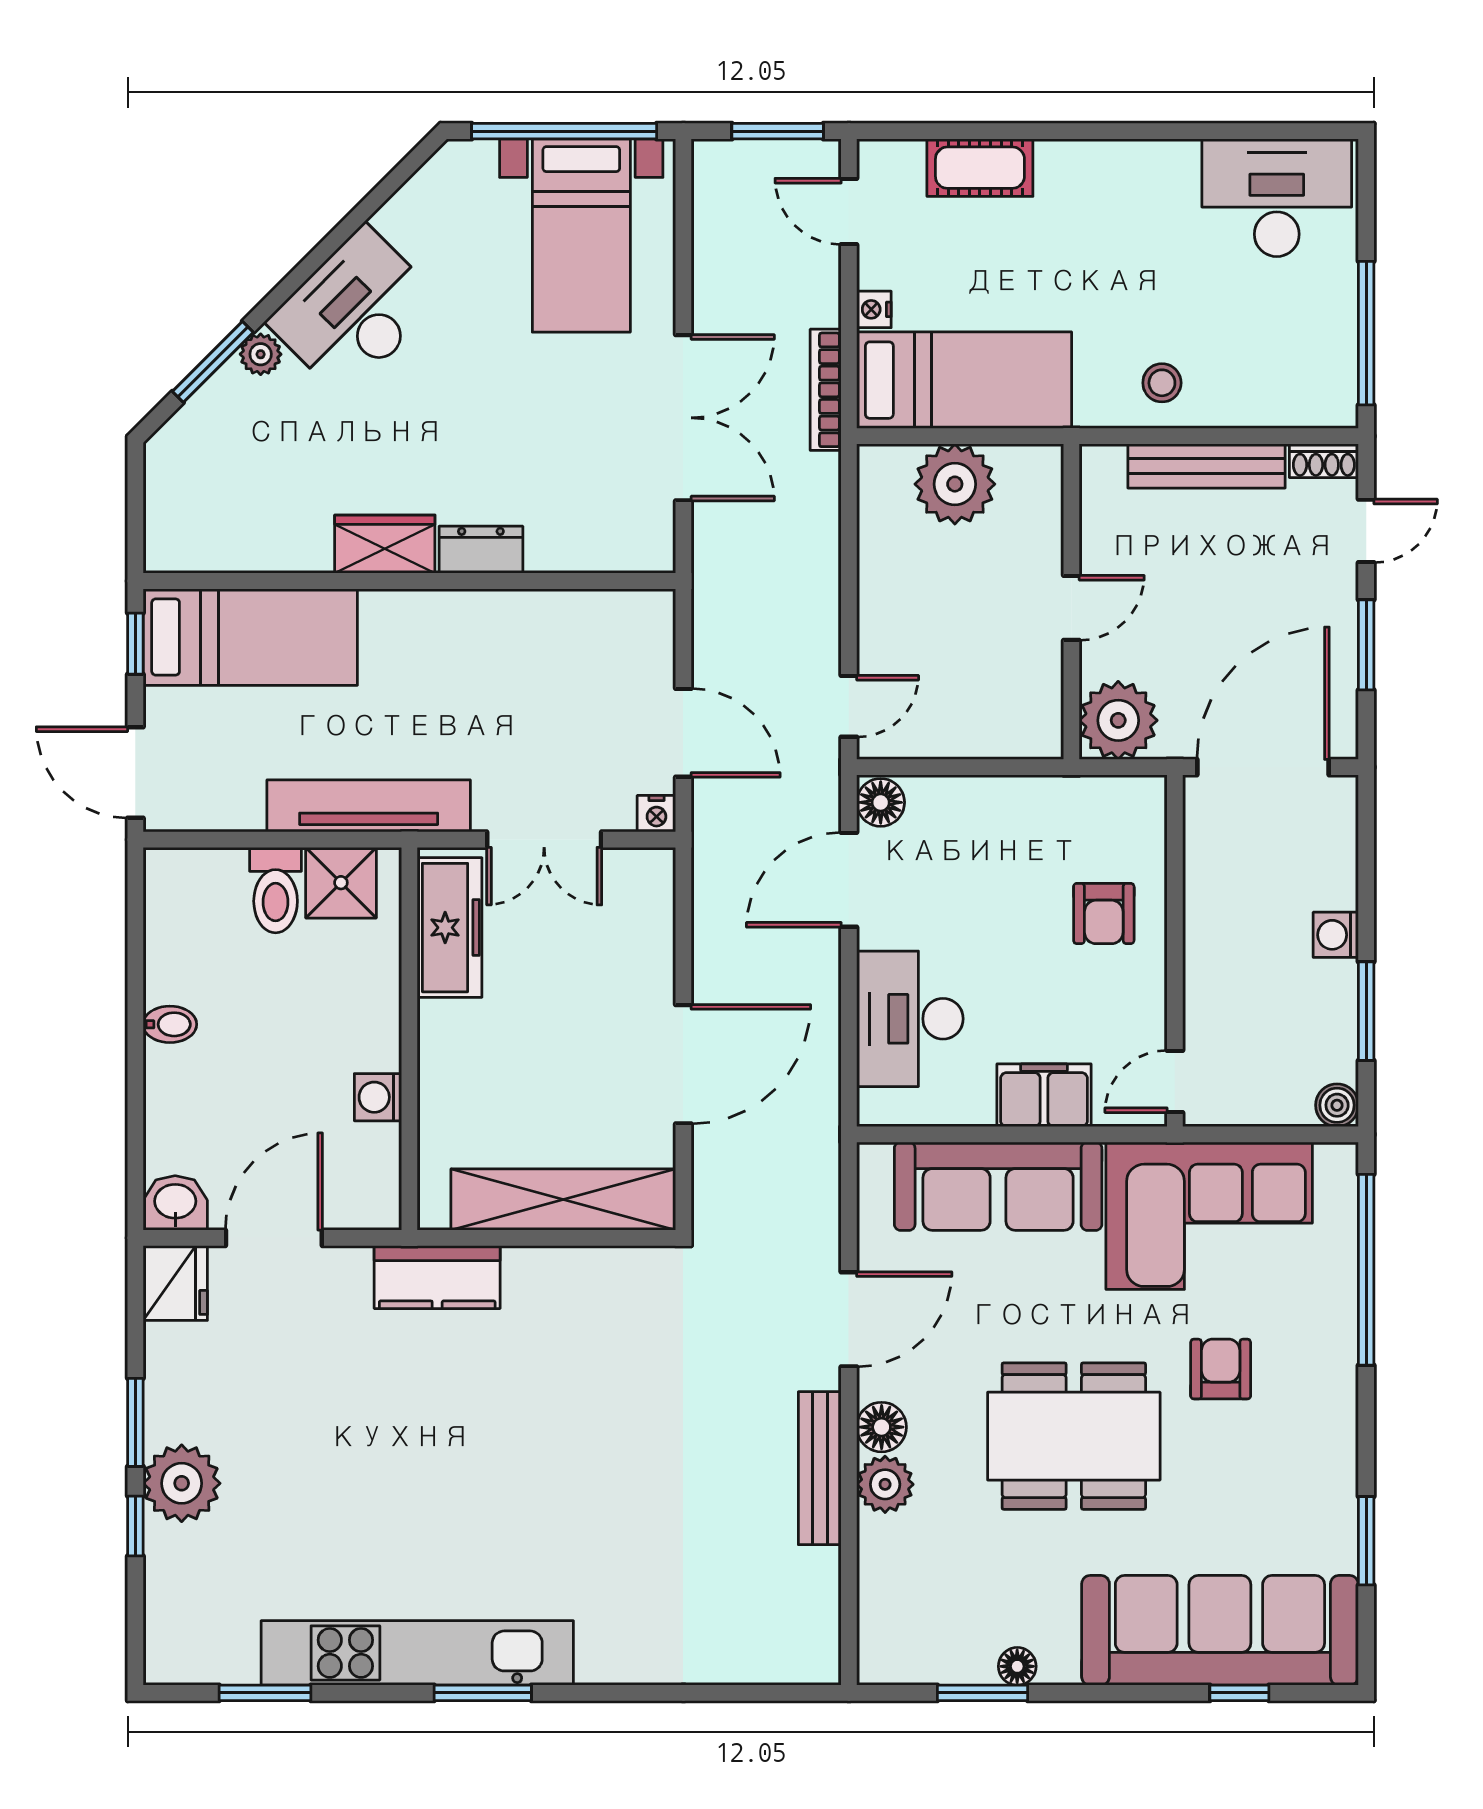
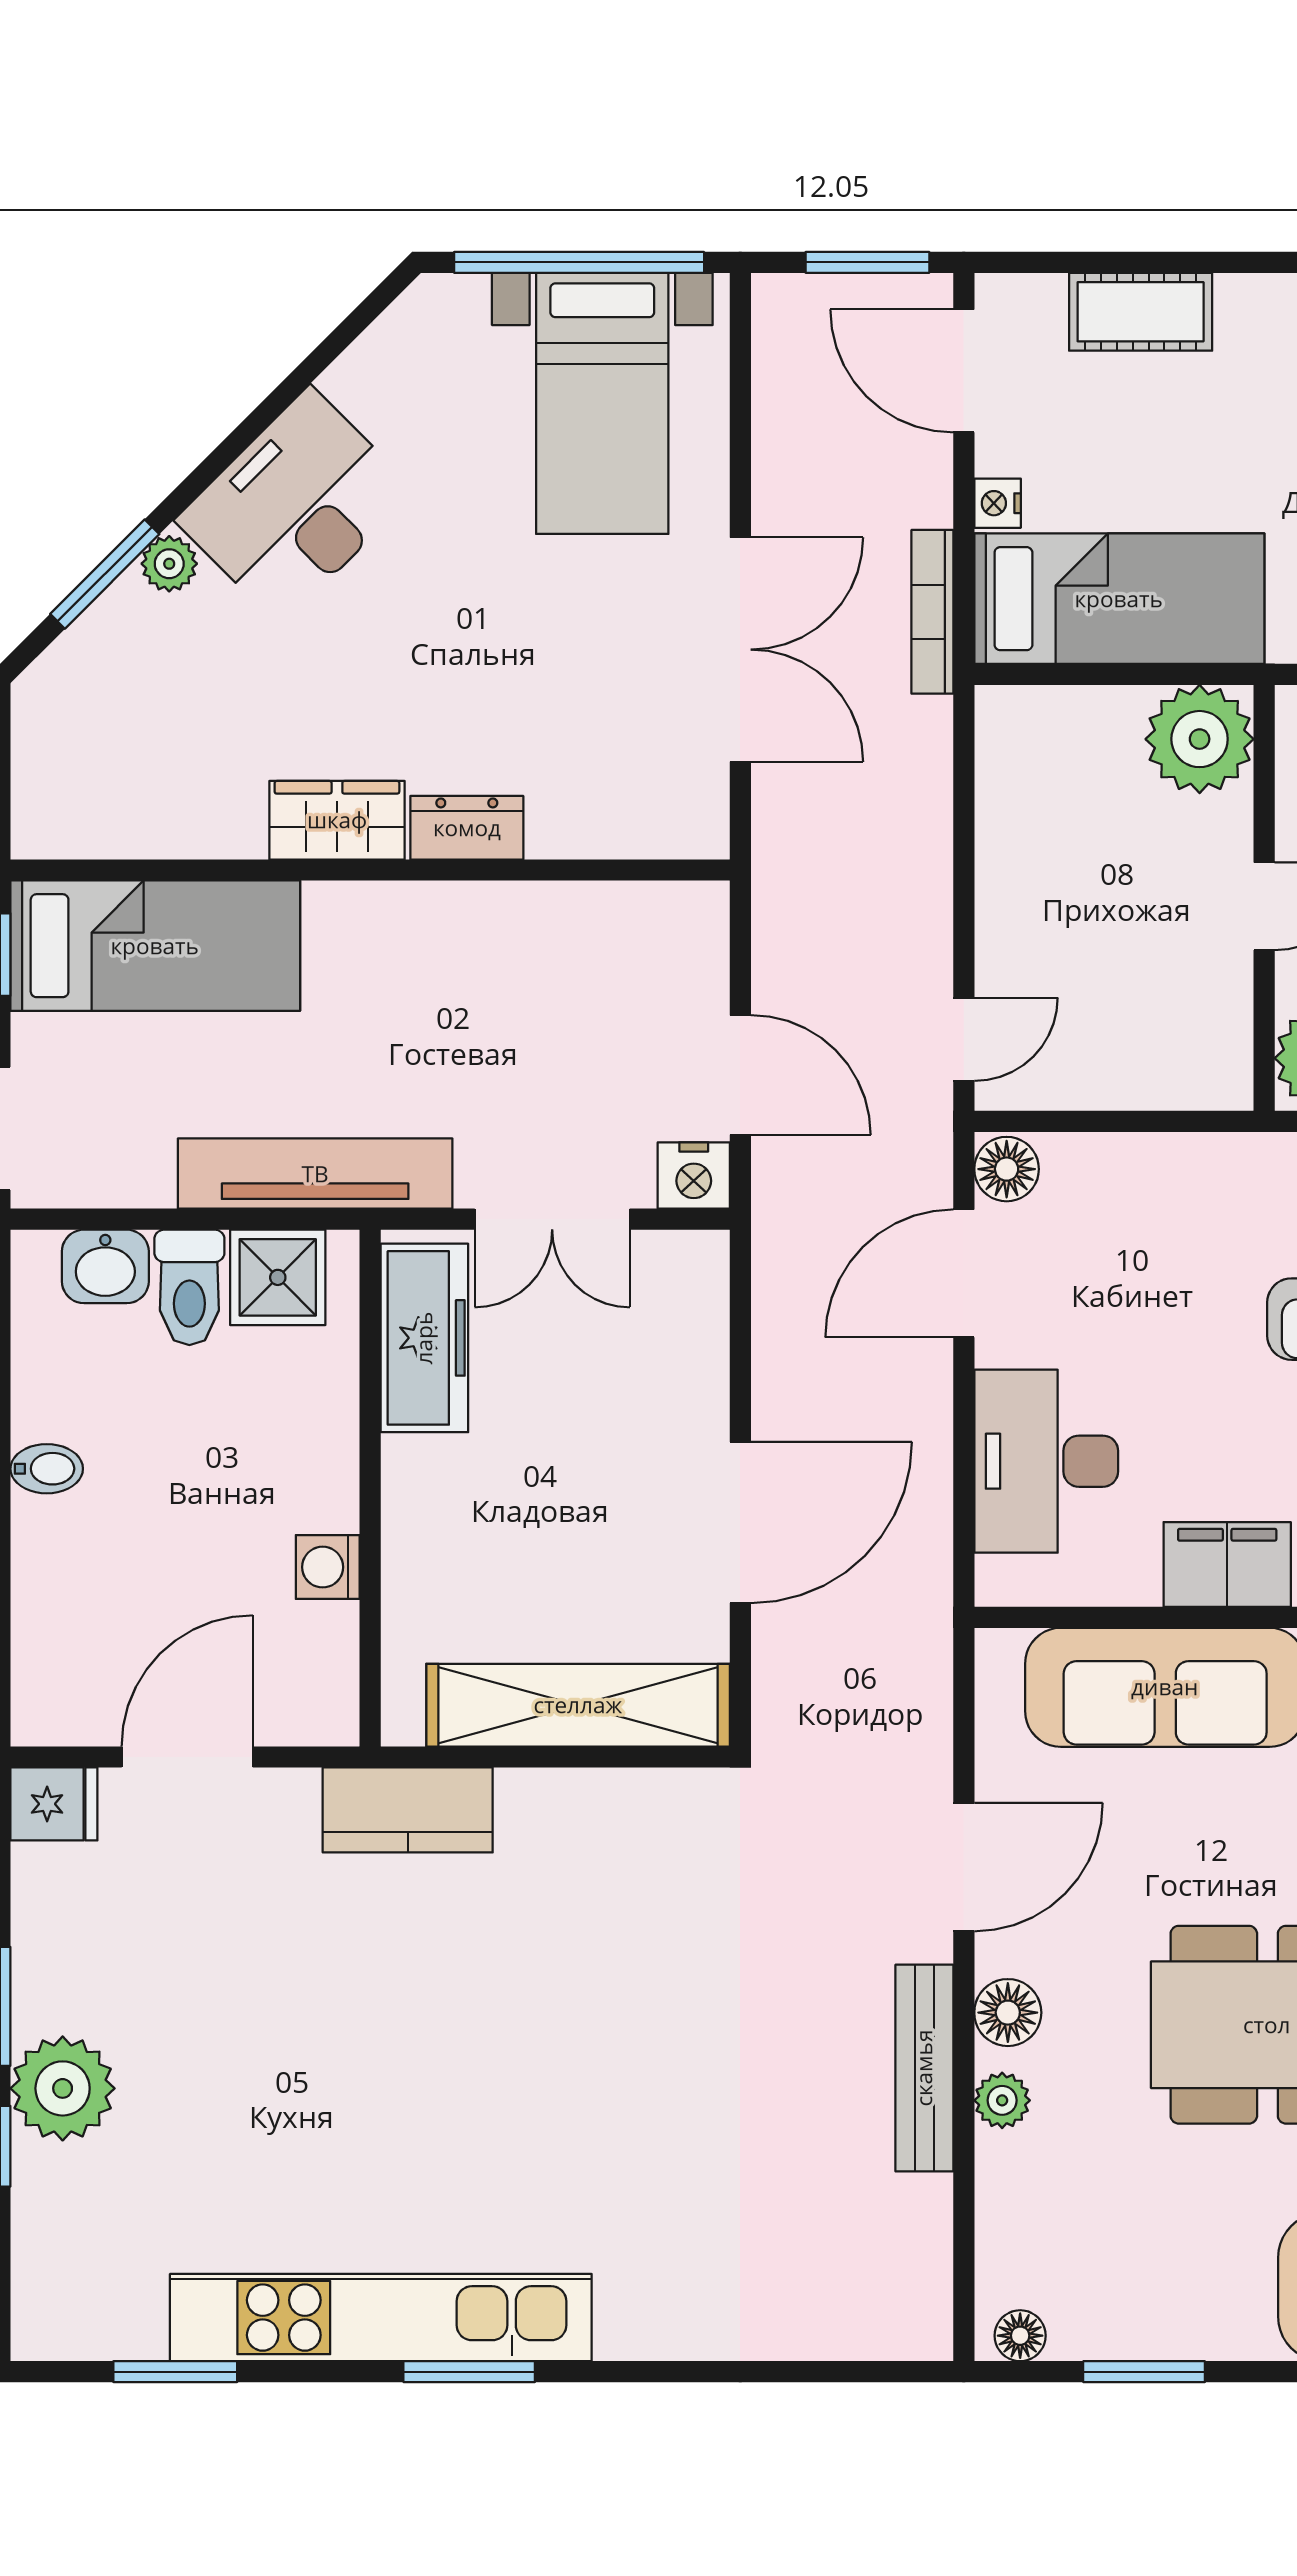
door: (849, 211) -> (964, 371), width x1.38
plant: (955, 484) -> (1200, 739), moved
nightstand: (656, 814) -> (694, 1176), width x1.39, depth x1.35
washbasin: (175, 1203) -> (105, 1266), moved, turned 180
fridge: (175, 1283) -> (54, 1804), width x0.72
plant: (885, 1484) -> (1002, 2100), width x0.73, depth x0.73
floor lamp: (1017, 1666) -> (1020, 2336), moved

